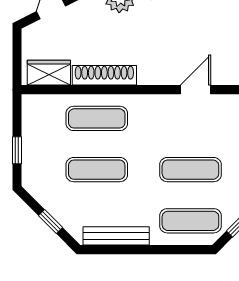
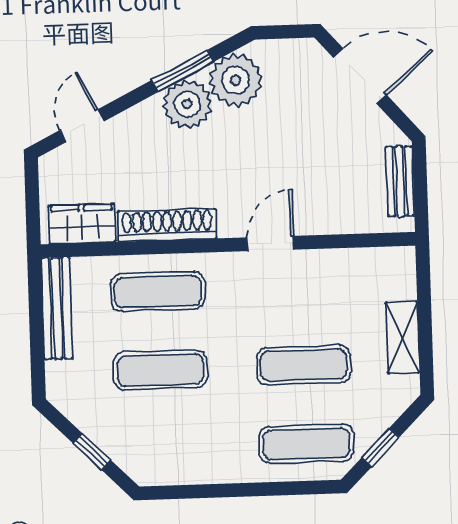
door: (196, 90) -> (271, 244), moved
window: (17, 150) -> (37, 344), removed
bench: (116, 236) -> (57, 308), moved, turned 90

